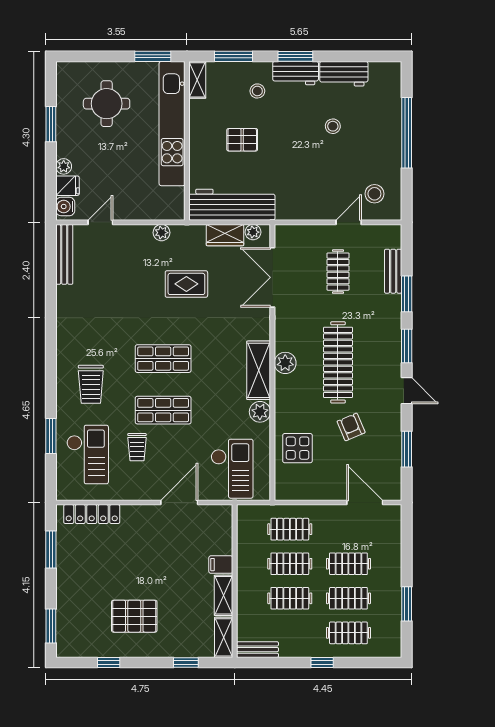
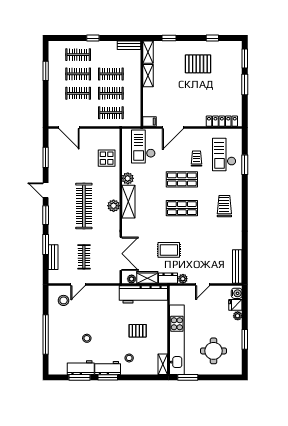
window: (234, 56) -> (80, 377), moved
door: (100, 222) -> (203, 284), moved
dresser: (188, 234) -> (168, 278), added
trolley: (91, 384) -> (224, 206), moved
armchair: (351, 427) -> (77, 170), removed
window: (51, 549) -> (245, 85), moved
filing cabinet: (221, 565) -> (150, 122), moved

